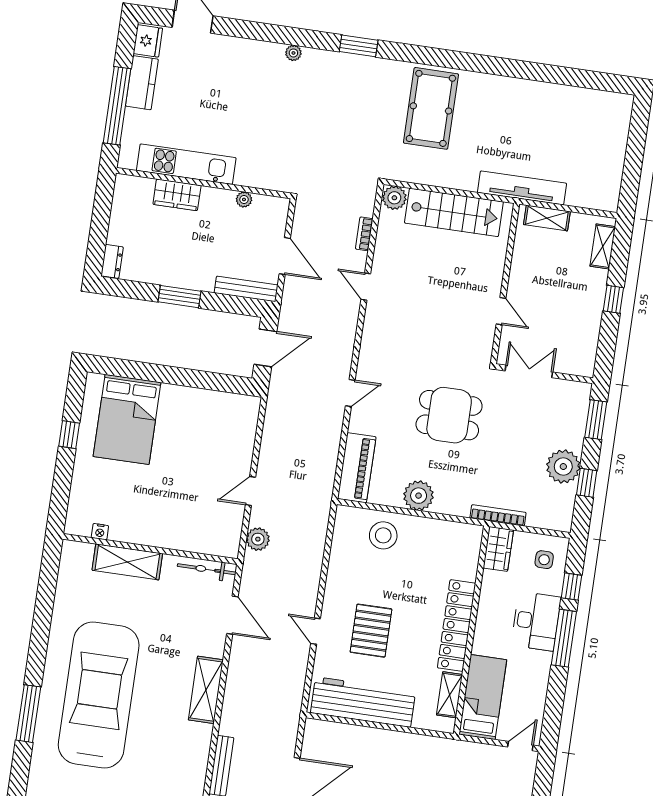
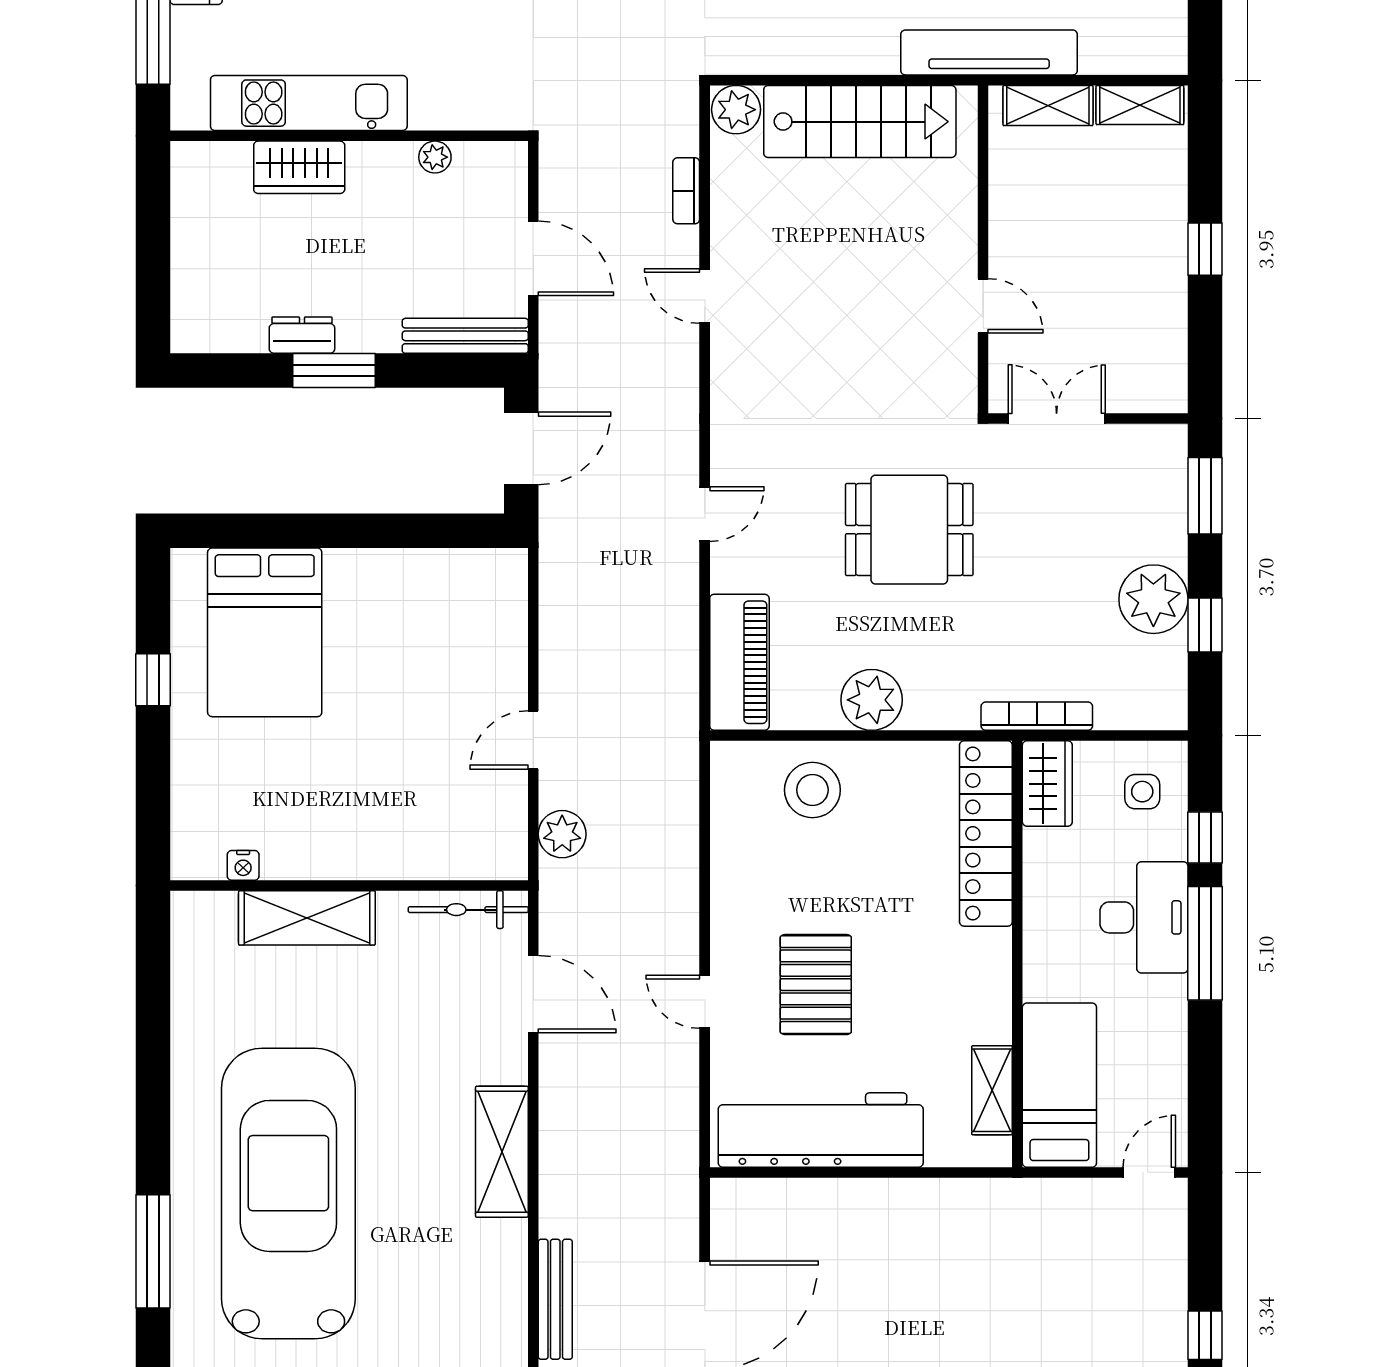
shelving: (603, 246) -> (1140, 105), moved, turned 90
dresser: (112, 261) -> (302, 335), moved, turned -90
locker: (457, 626) -> (986, 833), moved

